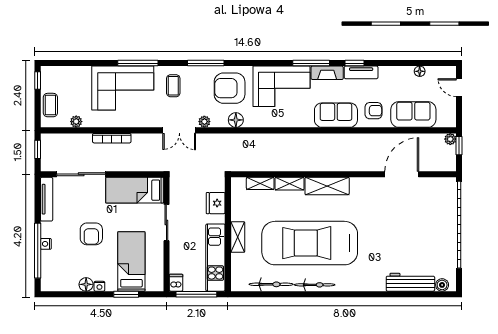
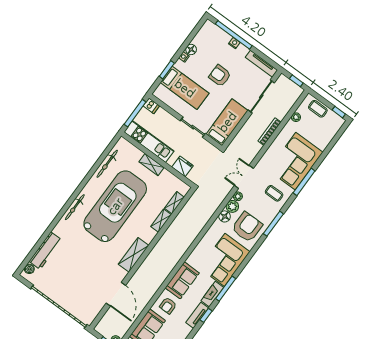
plant: (219, 119) -> (232, 206), added
shelving: (327, 186) -> (134, 255), moved
bicycle: (315, 285) -> (75, 207), moved

